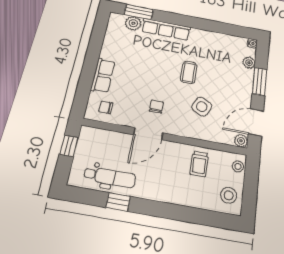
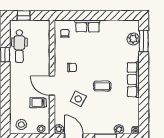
row of seats: (166, 29) -> (133, 80), moved
door: (148, 134) -> (52, 86), moved
window: (69, 146) -> (24, 16), moved

